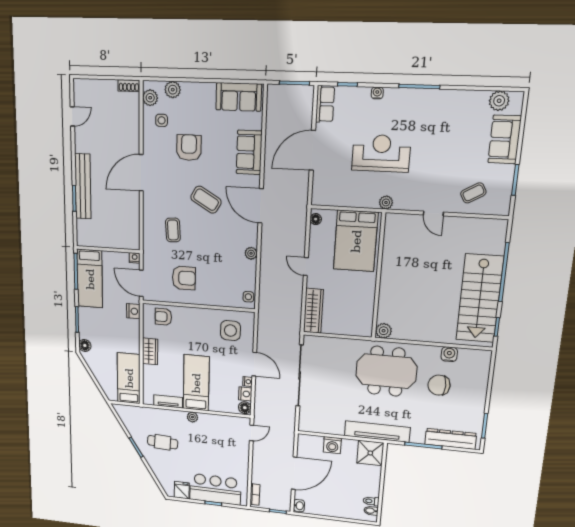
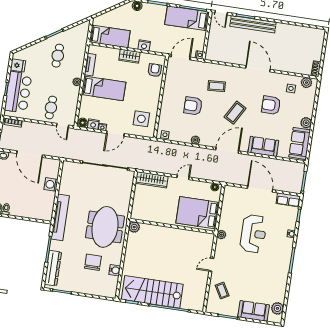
plant: (173, 90) -> (306, 123), moved
door: (72, 116) -> (221, 13), moved
armchair: (189, 148) -> (271, 105), turned 180
armchair: (184, 278) -> (193, 106), moved, turned 90
nightstand: (133, 311) -> (144, 45), moved
cafe table: (230, 448) -> (51, 108), added
shower: (370, 453) -> (44, 211), removed

